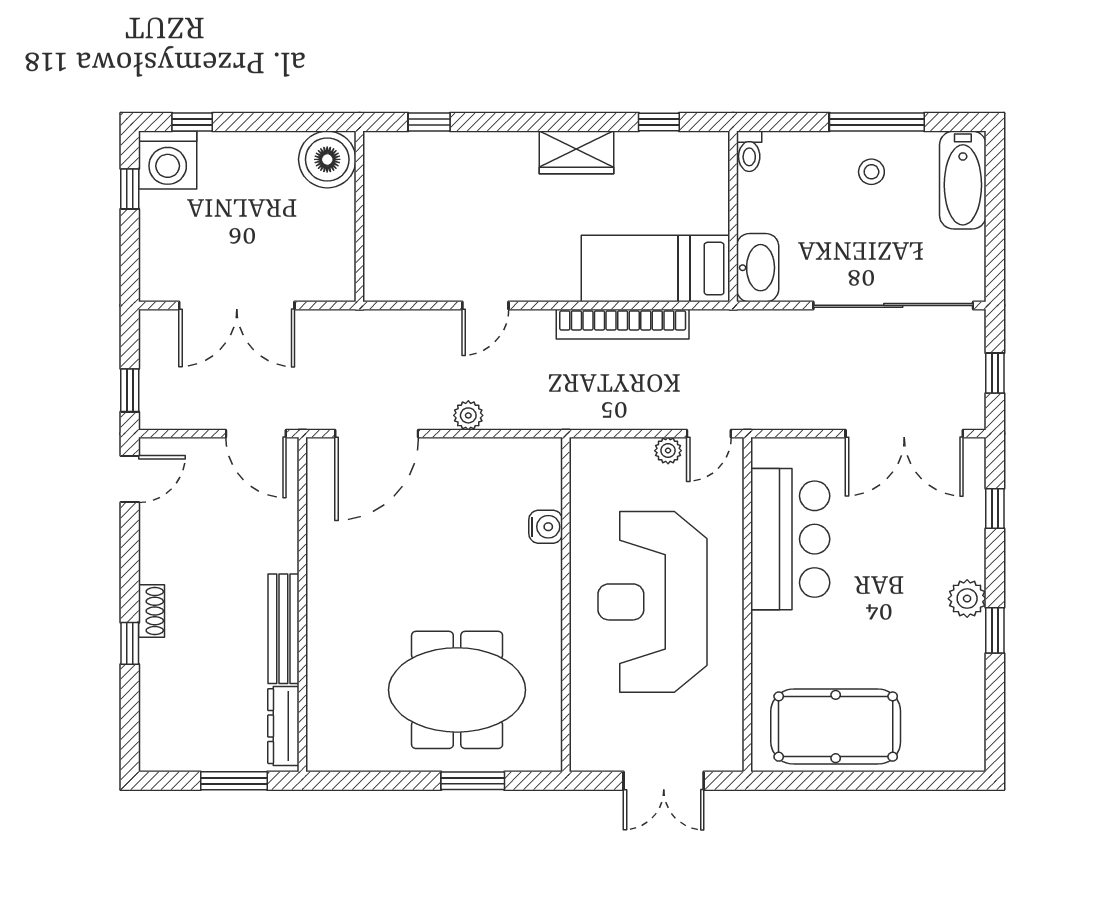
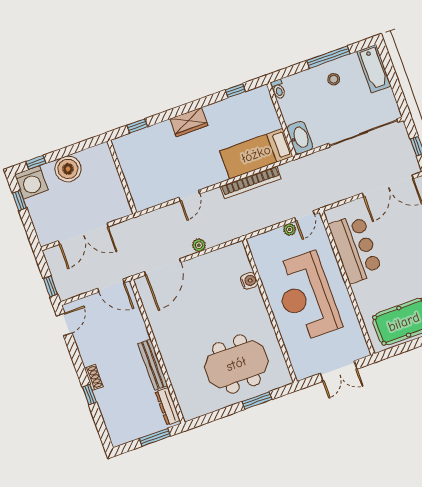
wardrobe: (577, 152) -> (189, 122), moved
boiler: (327, 159) -> (68, 169), moved

